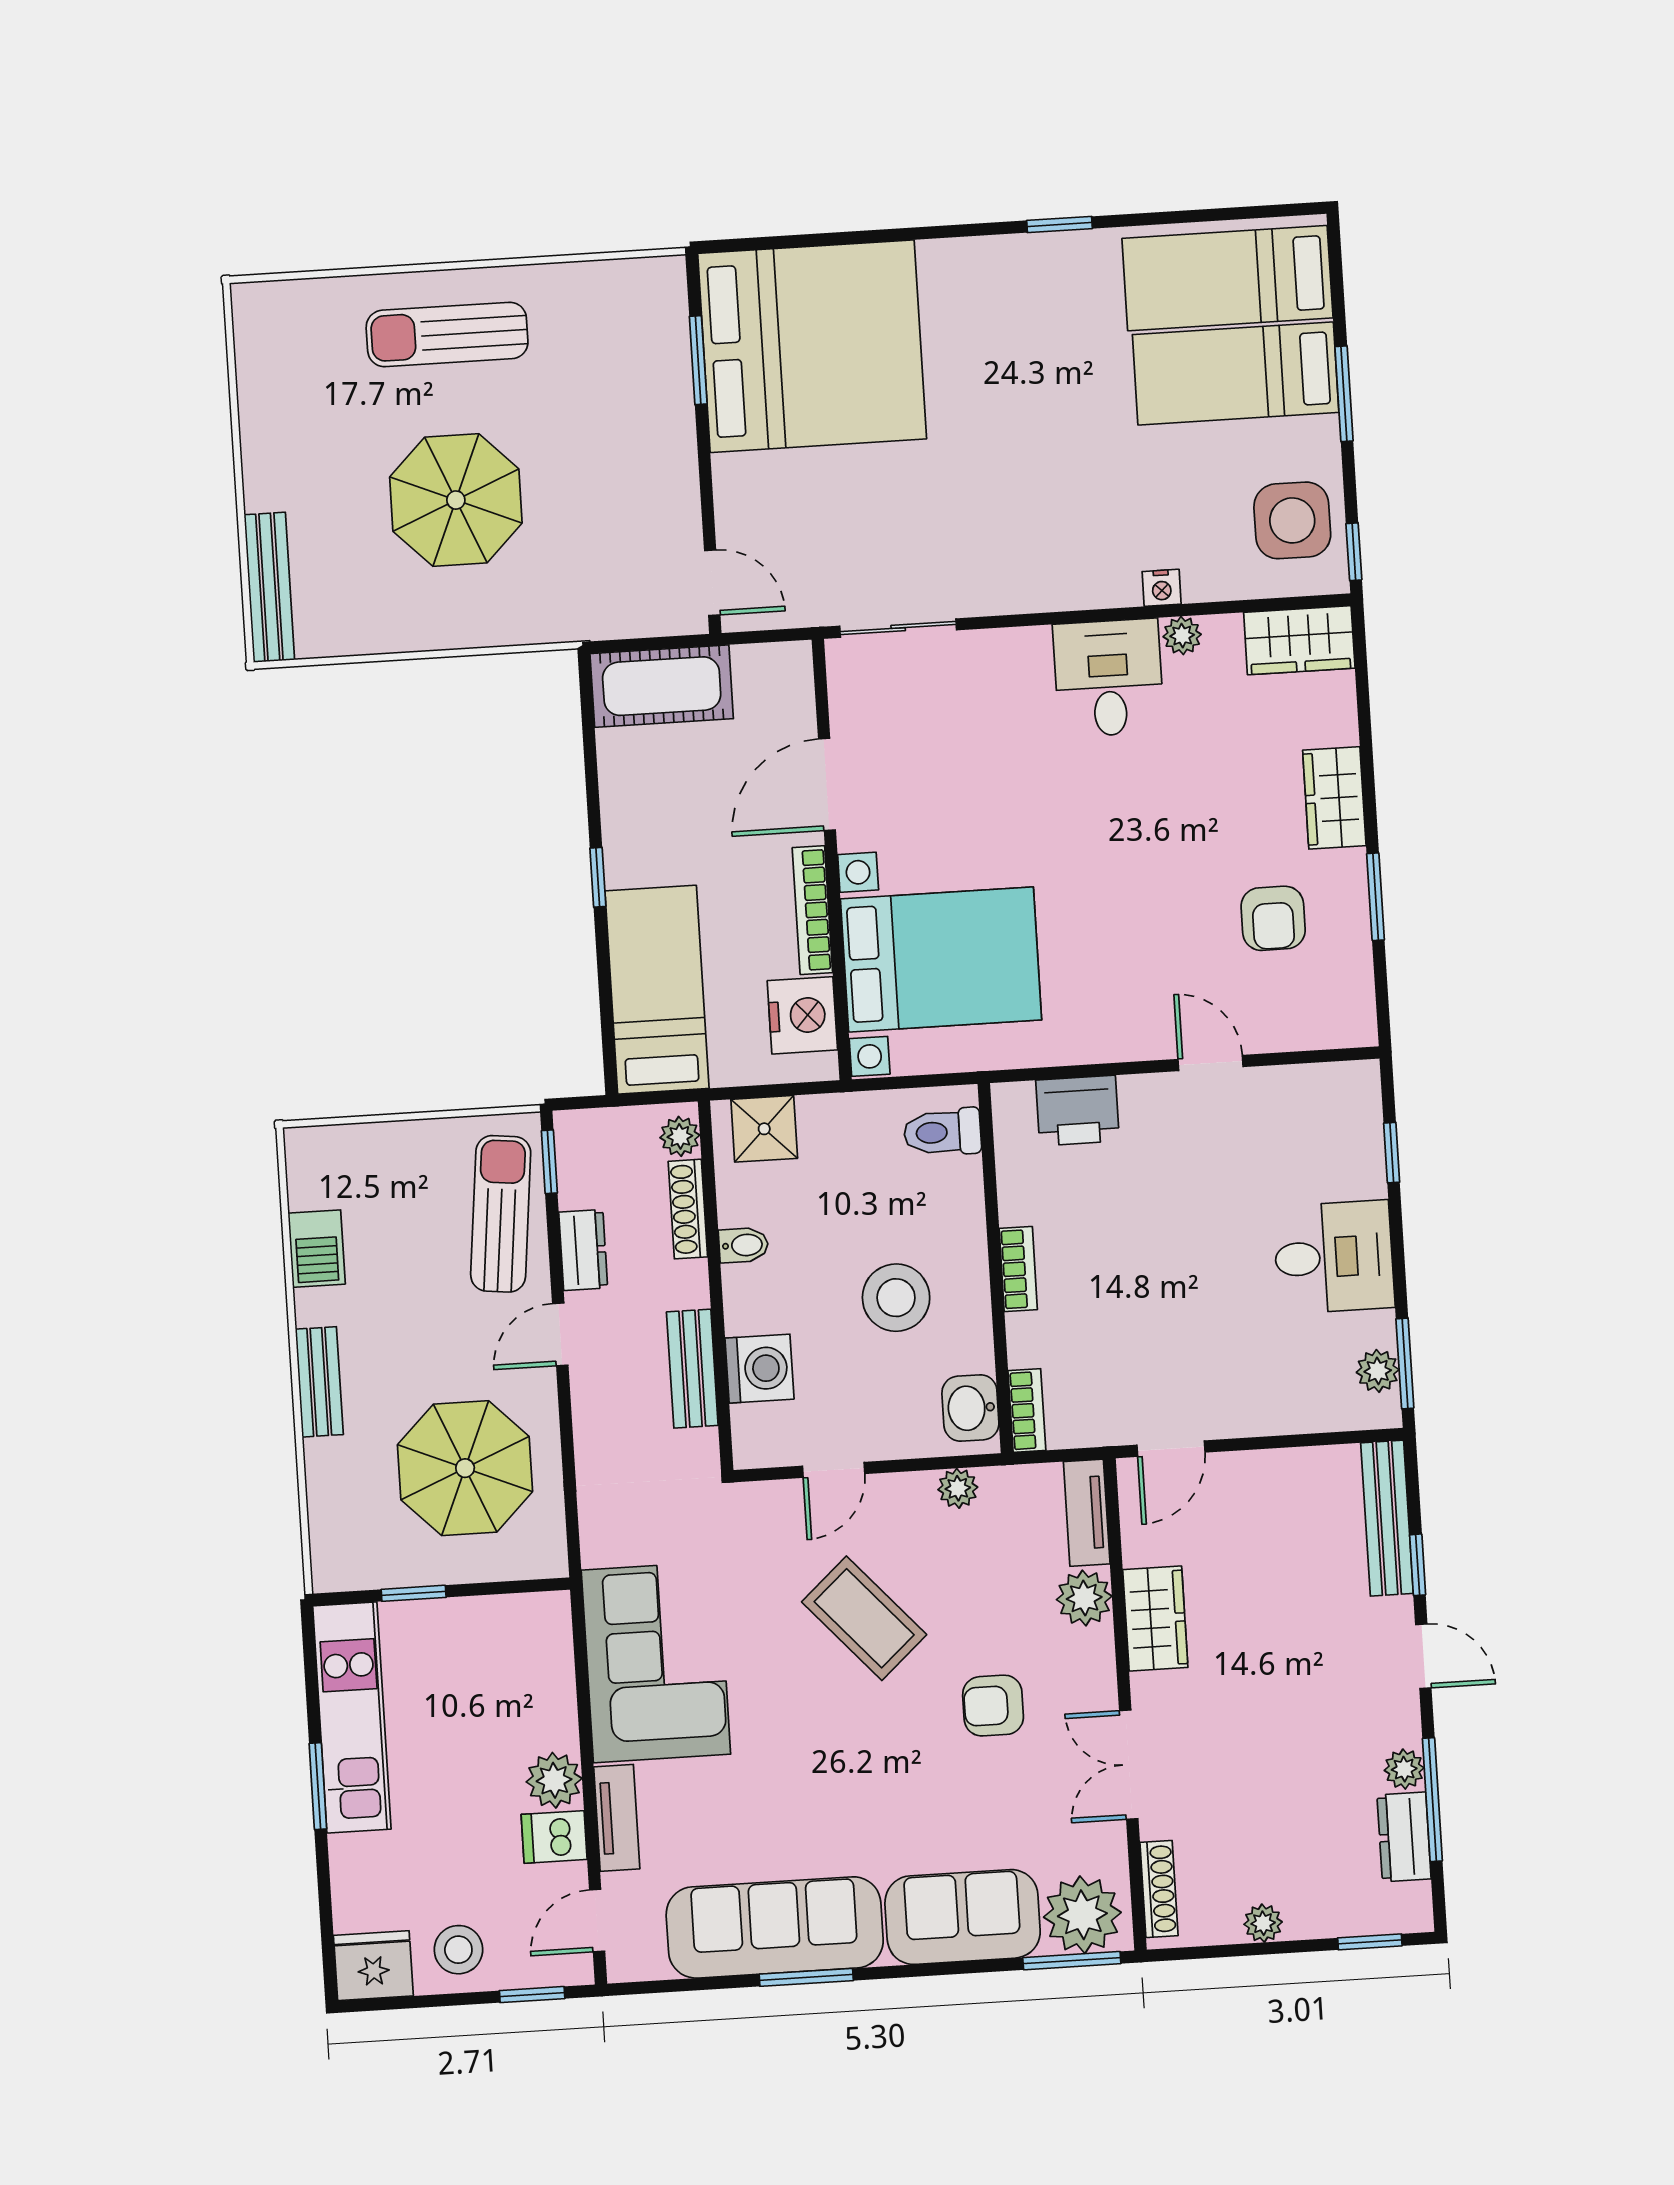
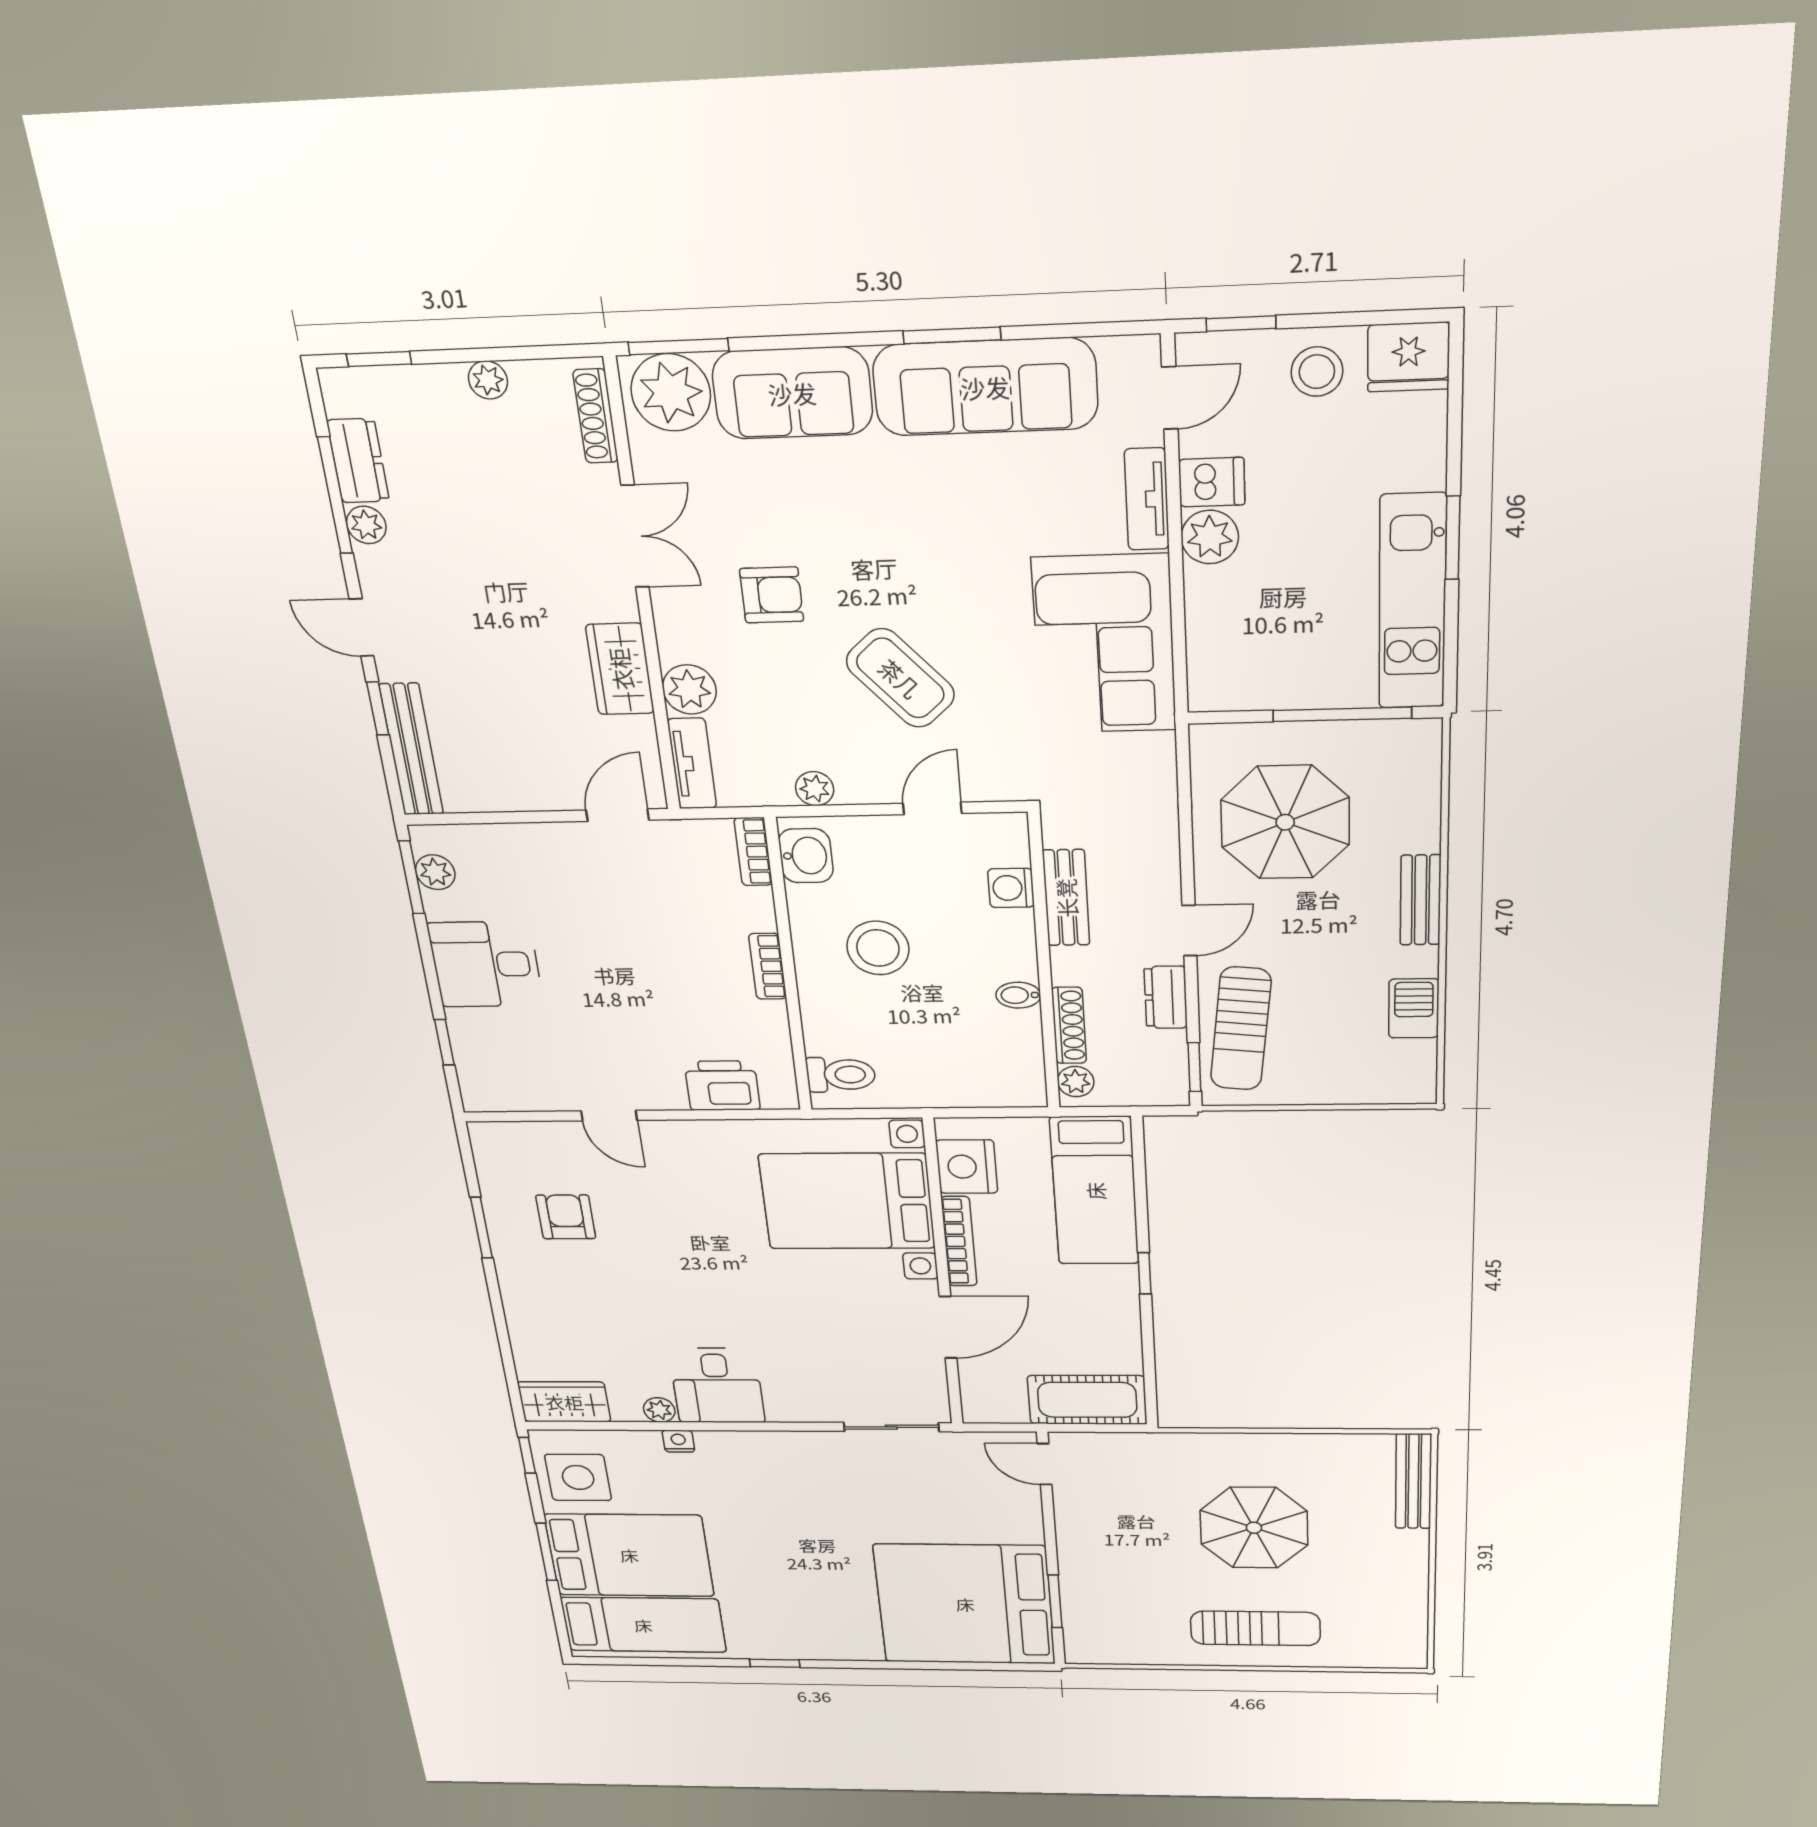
bed: (1236, 374) -> (629, 1555), width x1.50
wardrobe: (1334, 798) -> (524, 1297), removed
shower: (764, 1129) -> (1000, 1084), removed
washing machine: (759, 1369) -> (1011, 888), width x0.73, depth x0.73
window: (414, 1593) -> (1342, 714), width x2.17

